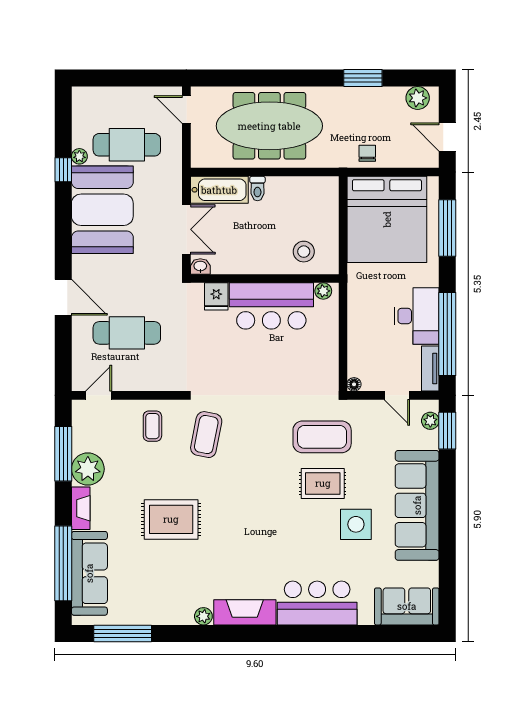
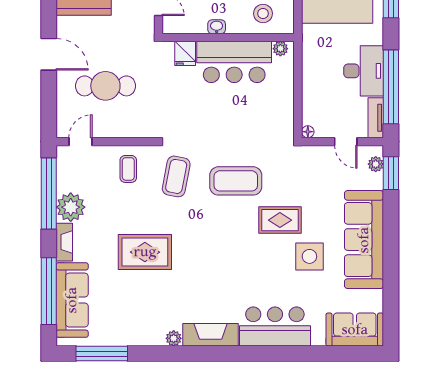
washbasin: (200, 266) -> (217, 27), moved
coffee table: (322, 437) -> (236, 181), moved
window: (63, 454) -> (49, 194), width x1.46

